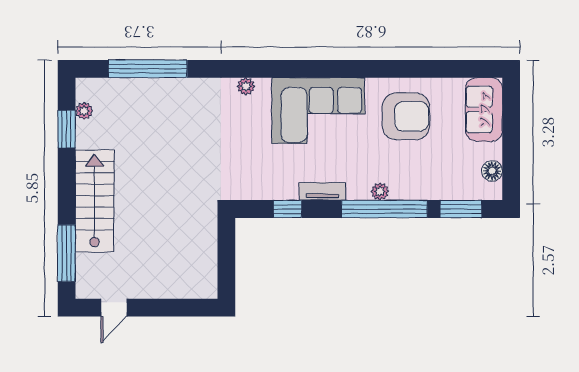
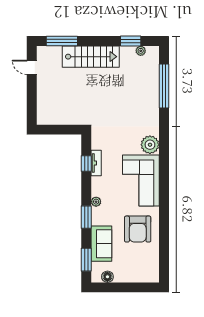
plant: (246, 86) -> (150, 145), width x1.88, depth x1.88
sofa: (484, 109) -> (101, 244), moved, turned 90
tv unit: (322, 191) -> (96, 163), moved
plant: (380, 191) -> (96, 202), moved
window: (384, 209) -> (86, 217), width x0.47

